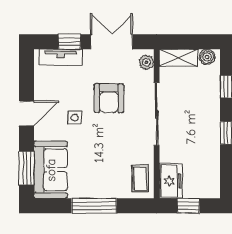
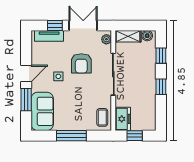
window: (27, 168) -> (26, 100), moved

